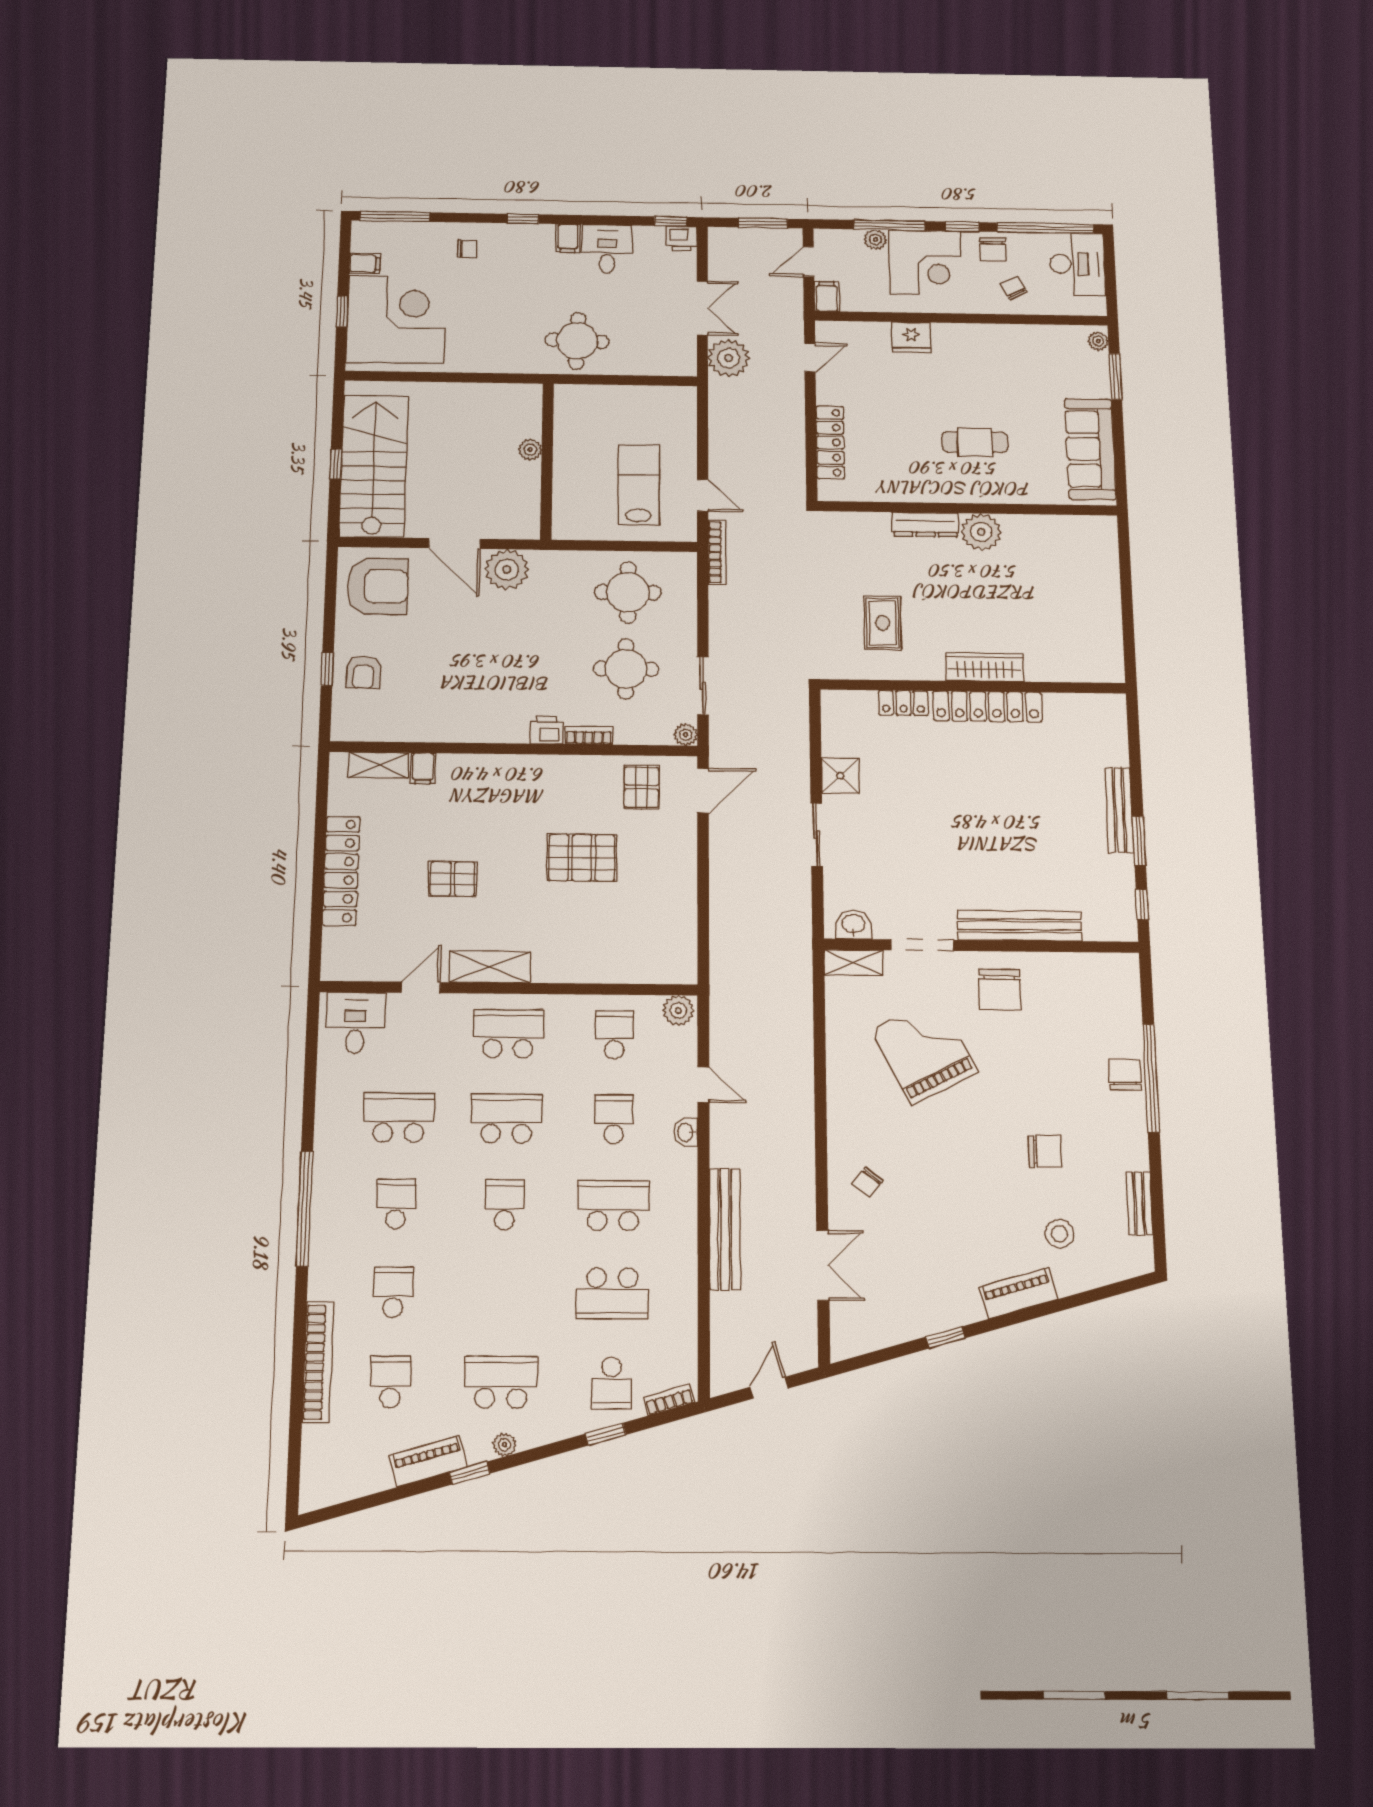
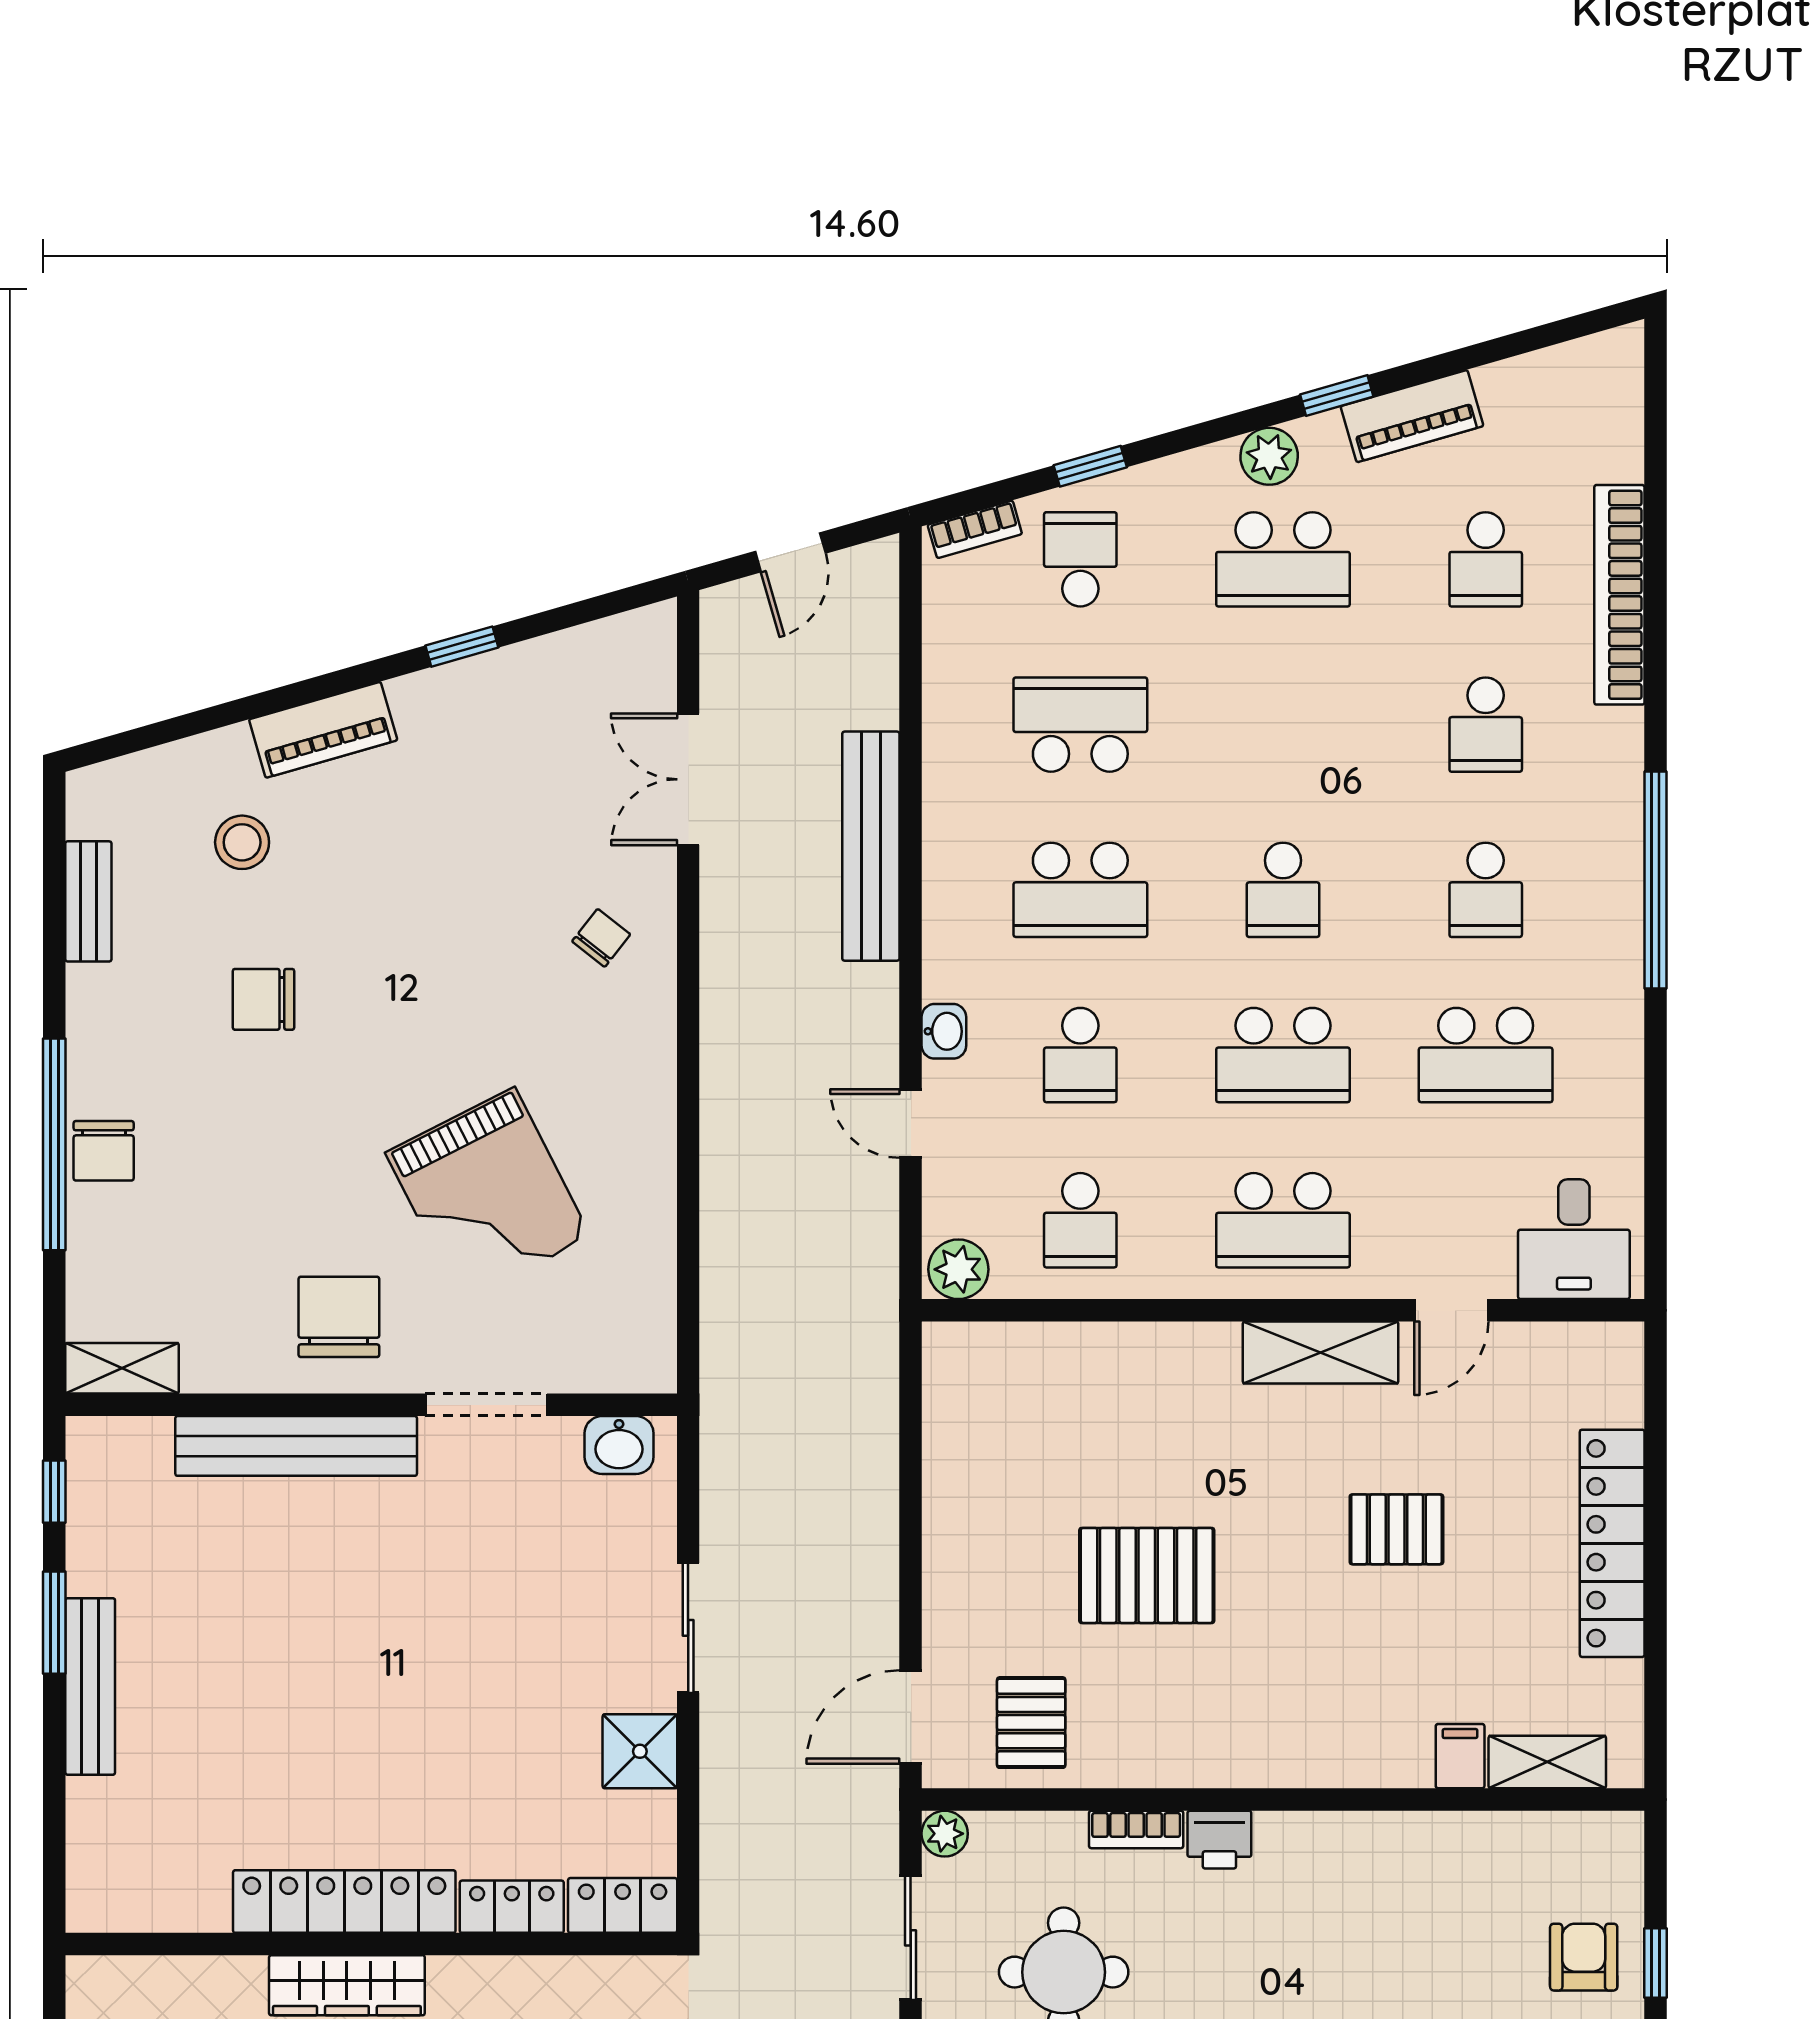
locker: (848, 703) -> (623, 1905), added
shelving: (854, 963) -> (122, 1368), moved
plant: (504, 1445) -> (1269, 456), width x1.38, depth x1.38

